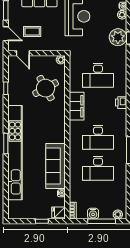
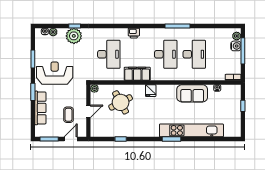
door: (23, 53) -> (88, 111), moved
kitchen unit: (15, 153) -> (191, 130), width x0.73
sofa: (55, 166) -> (192, 93), width x0.73
fridge: (58, 212) -> (151, 91), moved
water cooler: (93, 214) -> (236, 46), moved

